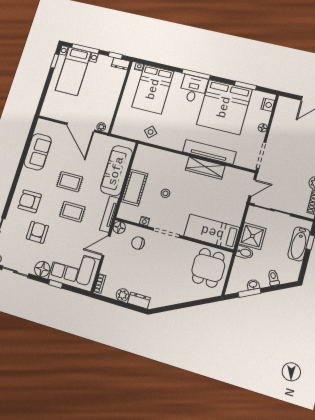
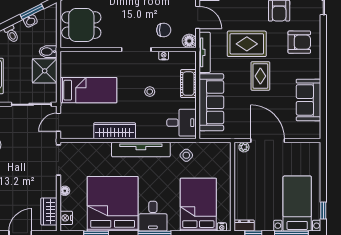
wardrobe: (282, 114) -> (49, 211), added
tv unit: (209, 152) -> (141, 150), moved
desk: (146, 160) -> (181, 123), added
rug: (70, 182) -> (260, 76), turned 90
cot: (134, 188) -> (188, 84), width x0.73, depth x0.75
rug: (72, 212) -> (247, 44), width x1.36, depth x1.43
bed: (212, 232) -> (88, 90), moved
door: (106, 246) -> (198, 17), hinge flipped
dining table: (208, 268) -> (81, 25), turned 90

